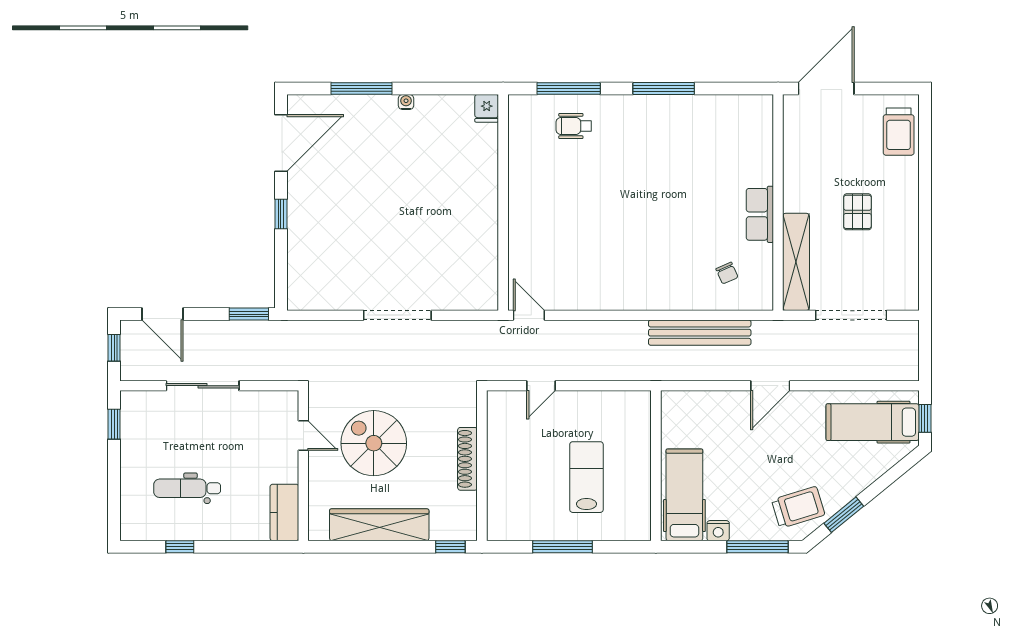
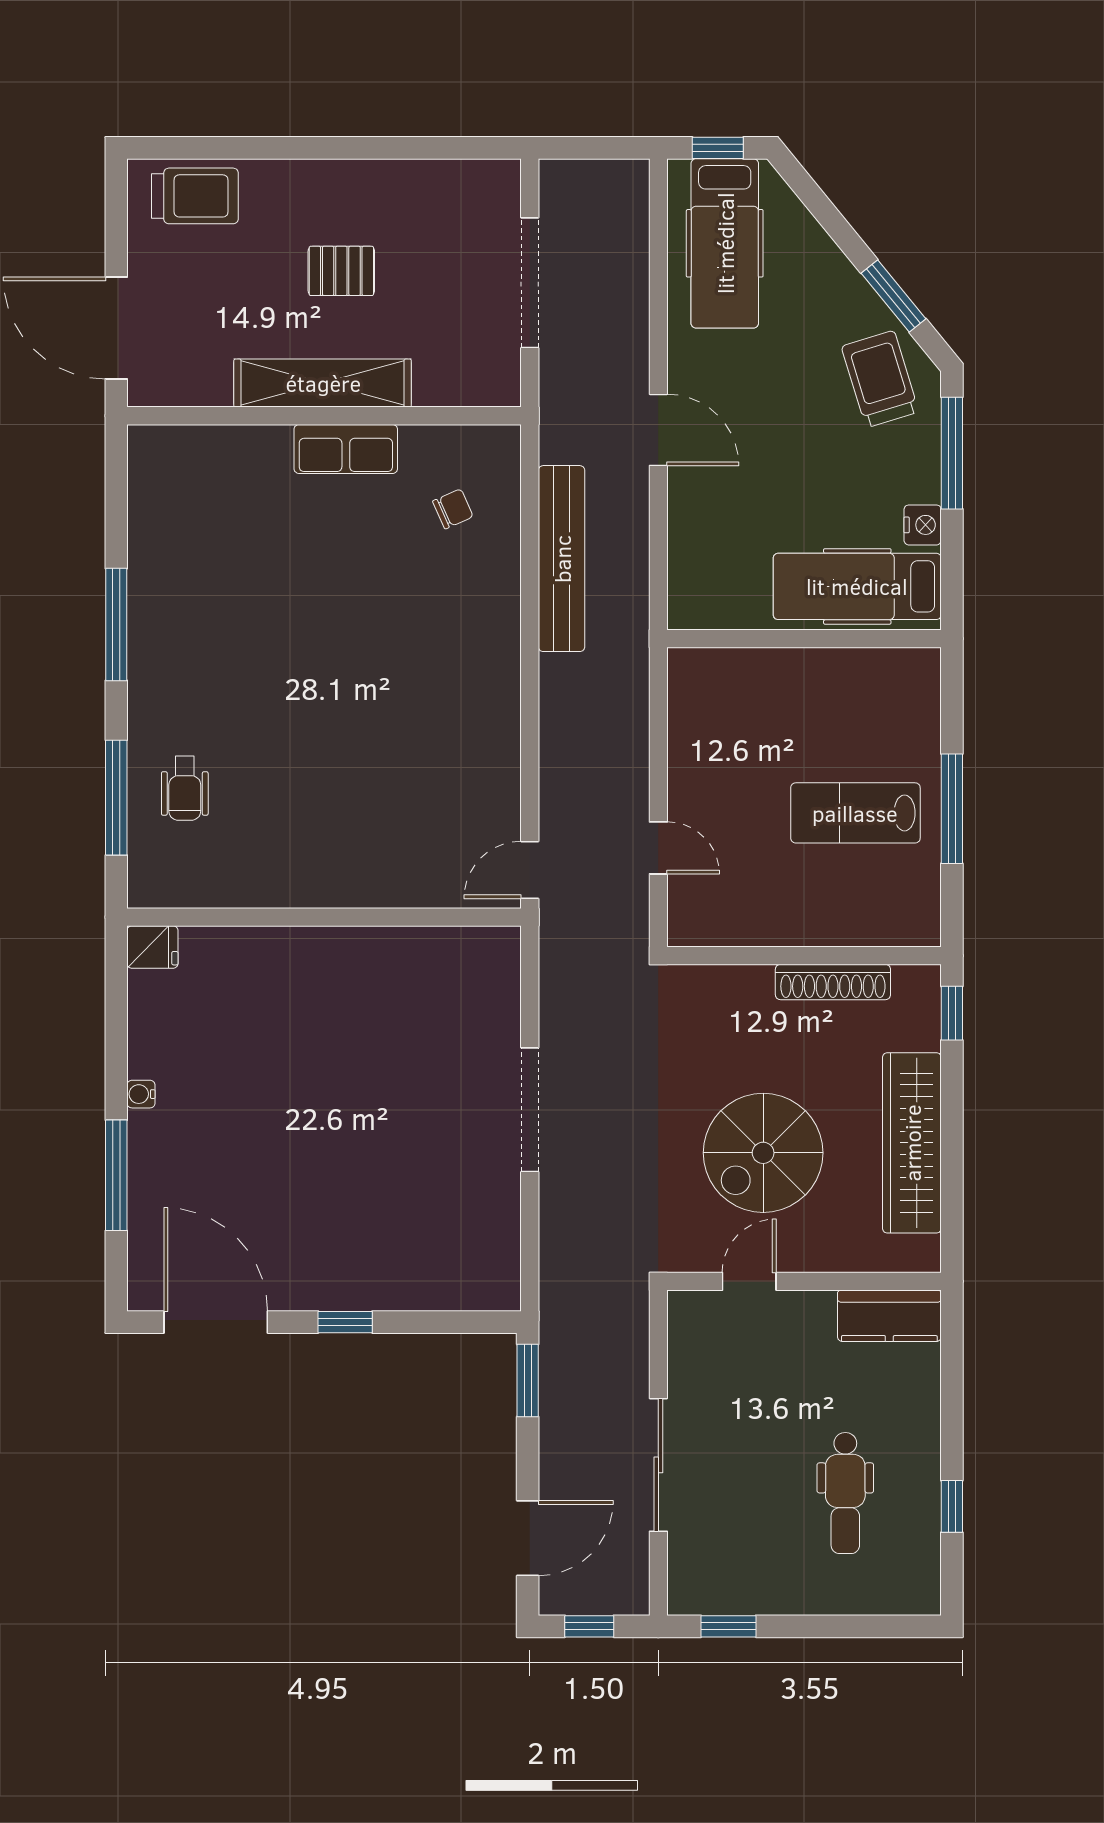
shelving: (796, 262) -> (323, 383), moved
shoe rack: (467, 459) -> (833, 982), moved
lab bench: (586, 477) -> (855, 813), moved

